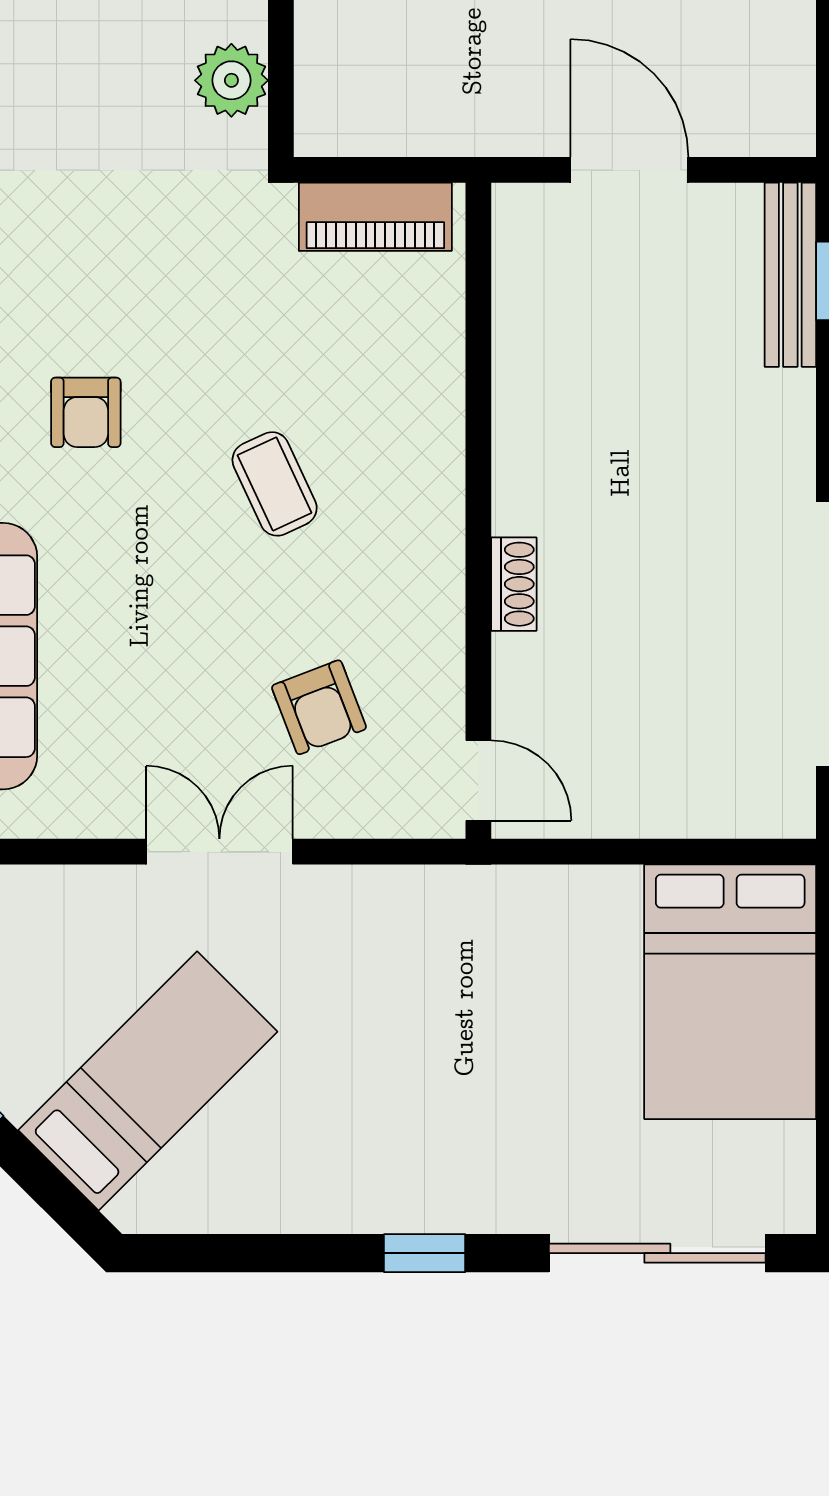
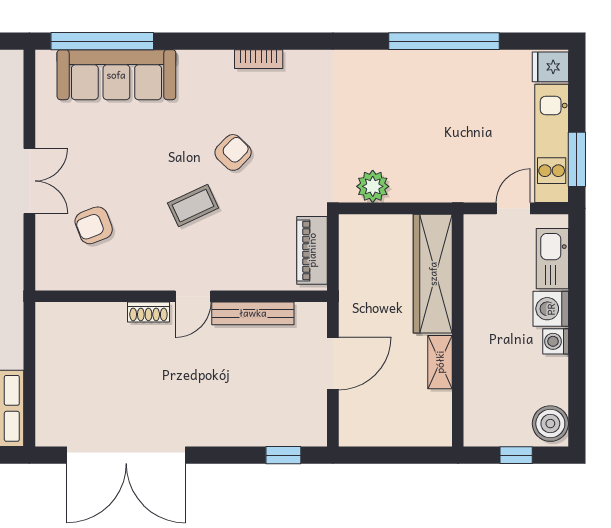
bench: (790, 275) -> (253, 313), moved
armchair: (86, 412) -> (233, 152), moved, turned 134
door: (478, 781) -> (193, 296), moved

